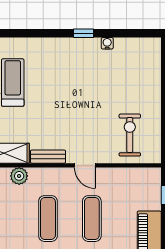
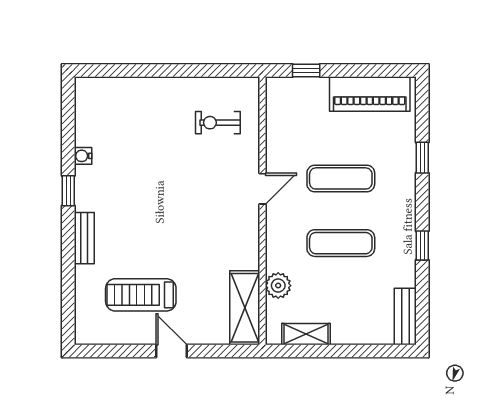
exercise bike: (130, 135) -> (218, 123), width x0.73, depth x0.72
bench: (48, 157) -> (84, 238), moved

